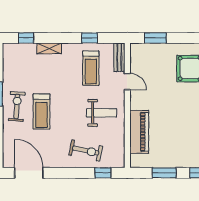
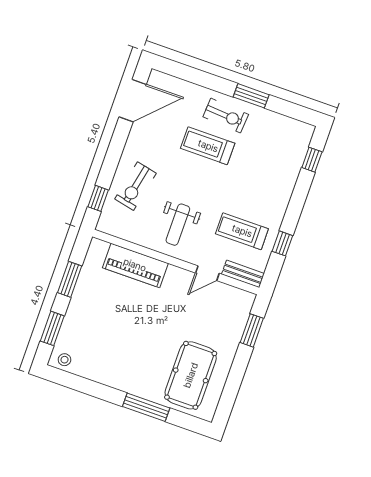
shelving: (49, 48) -> (287, 185), removed

